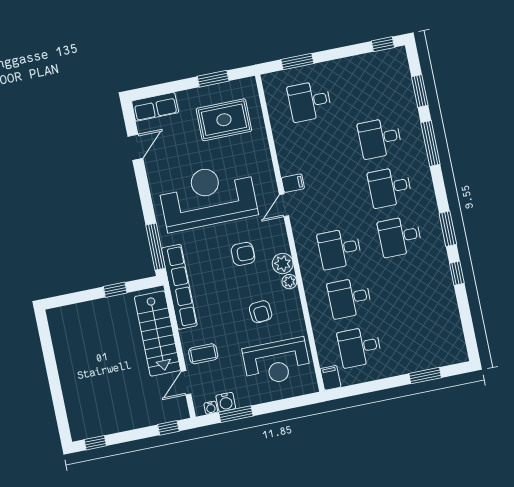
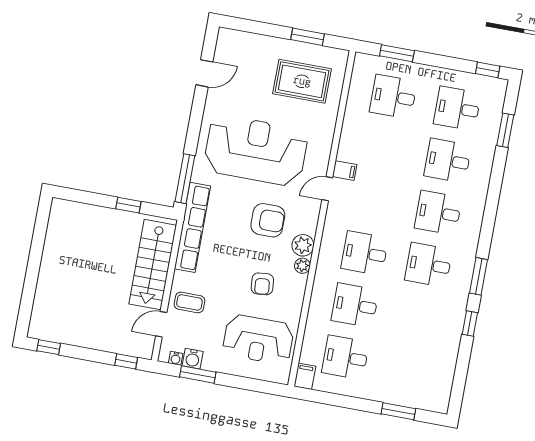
desk: (370, 89) -> (457, 108), added
row of seats: (155, 107) -> (240, 41), removed
window: (430, 143) -> (495, 186), removed
armchair: (243, 254) -> (268, 220), width x1.38, depth x1.38

